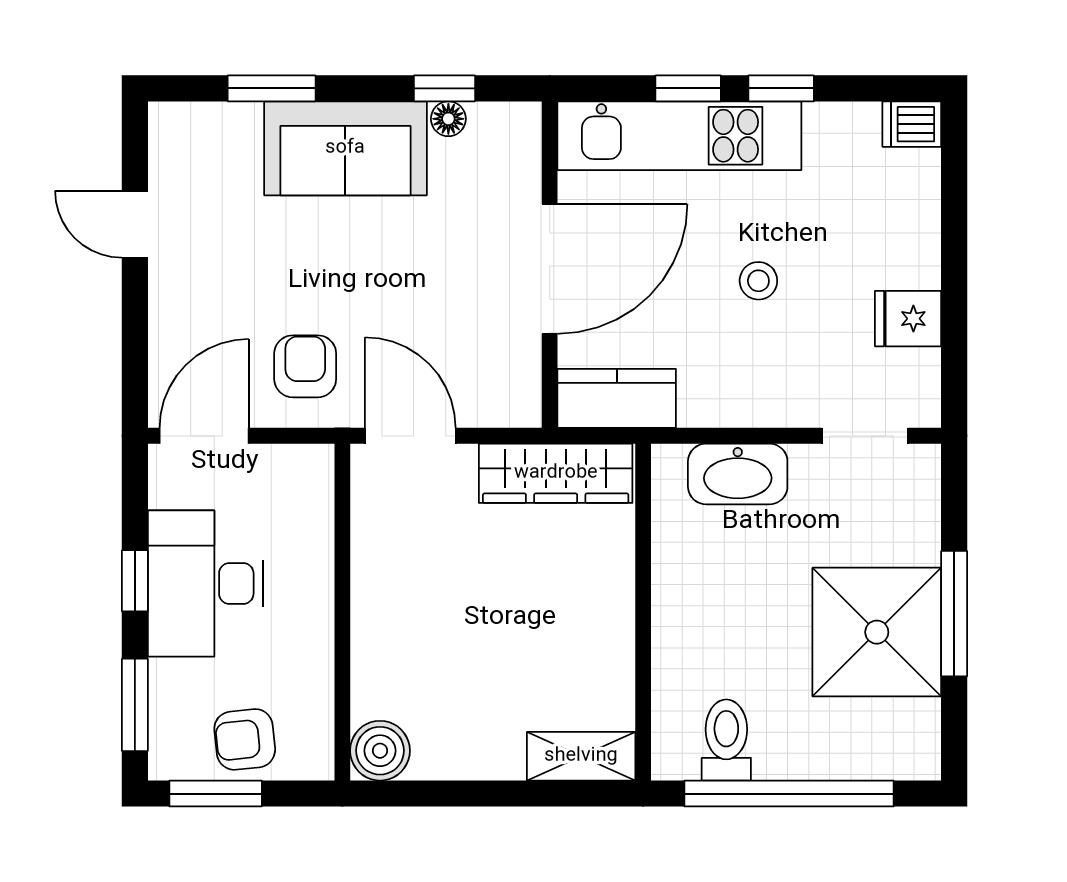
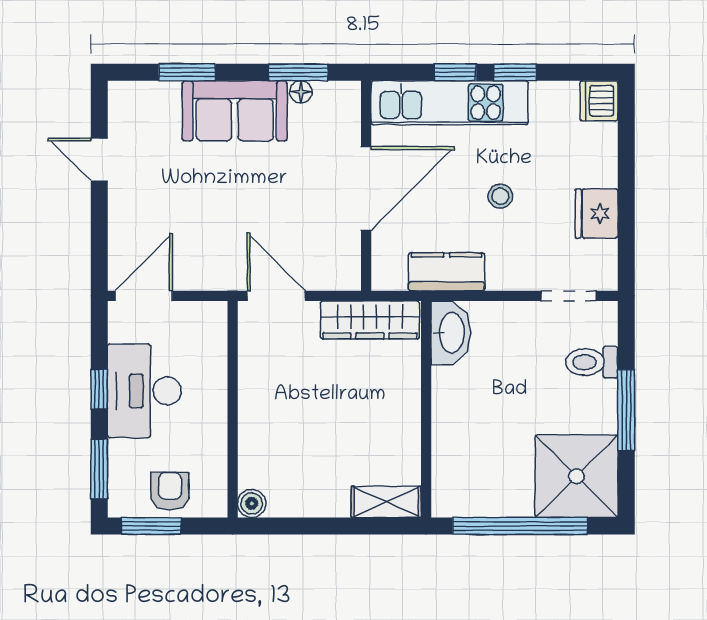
window: (444, 88) -> (298, 72), width x1.50
dishwasher: (912, 124) -> (599, 101), width x1.38
fridge: (908, 319) -> (597, 214), width x1.38
armchair: (305, 366) -> (209, 251), removed
kitchen counter: (617, 398) -> (447, 272), moved
washbasin: (738, 474) -> (451, 333), moved, turned -90
shower: (877, 632) -> (576, 476), moved
armchair: (245, 739) -> (170, 491), turned 96
toilet: (726, 740) -> (592, 362), moved, turned -90
boiler: (380, 751) -> (252, 503), width x0.73, depth x0.73

